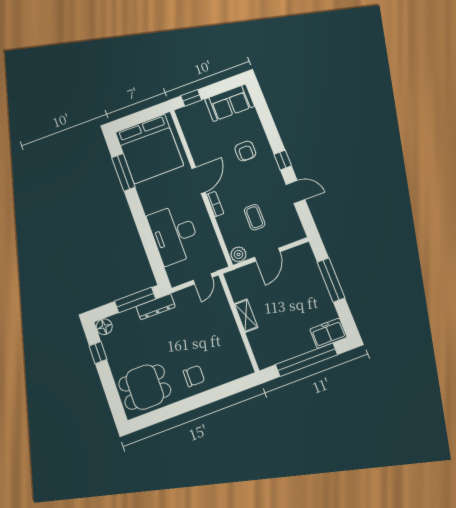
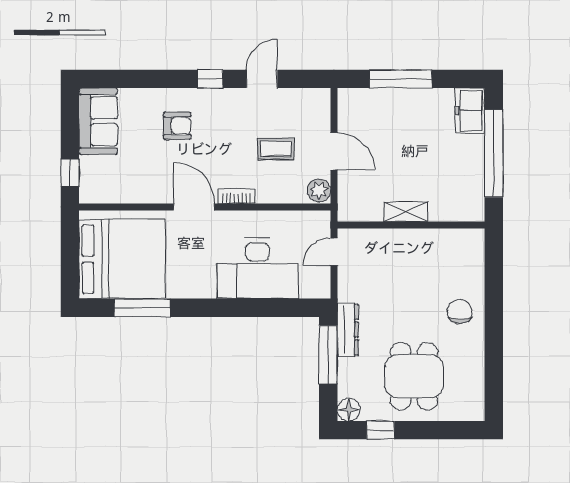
door: (203, 279) -> (334, 252), swing flipped
dining table: (145, 387) -> (414, 376), moved

